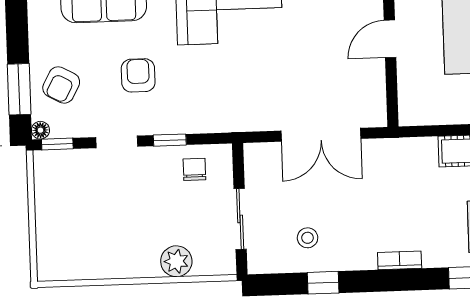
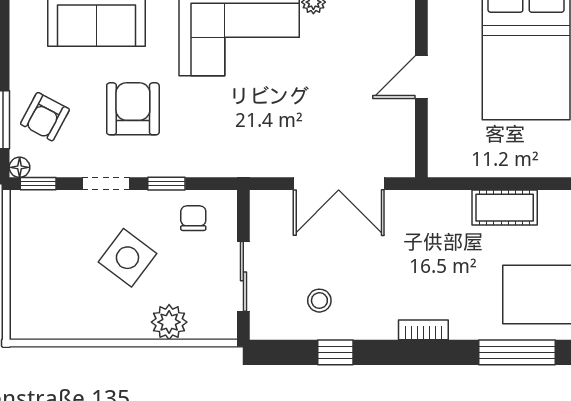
armchair: (138, 75) -> (133, 109), width x1.38, depth x1.38
side table: (138, 206) -> (127, 258), added

